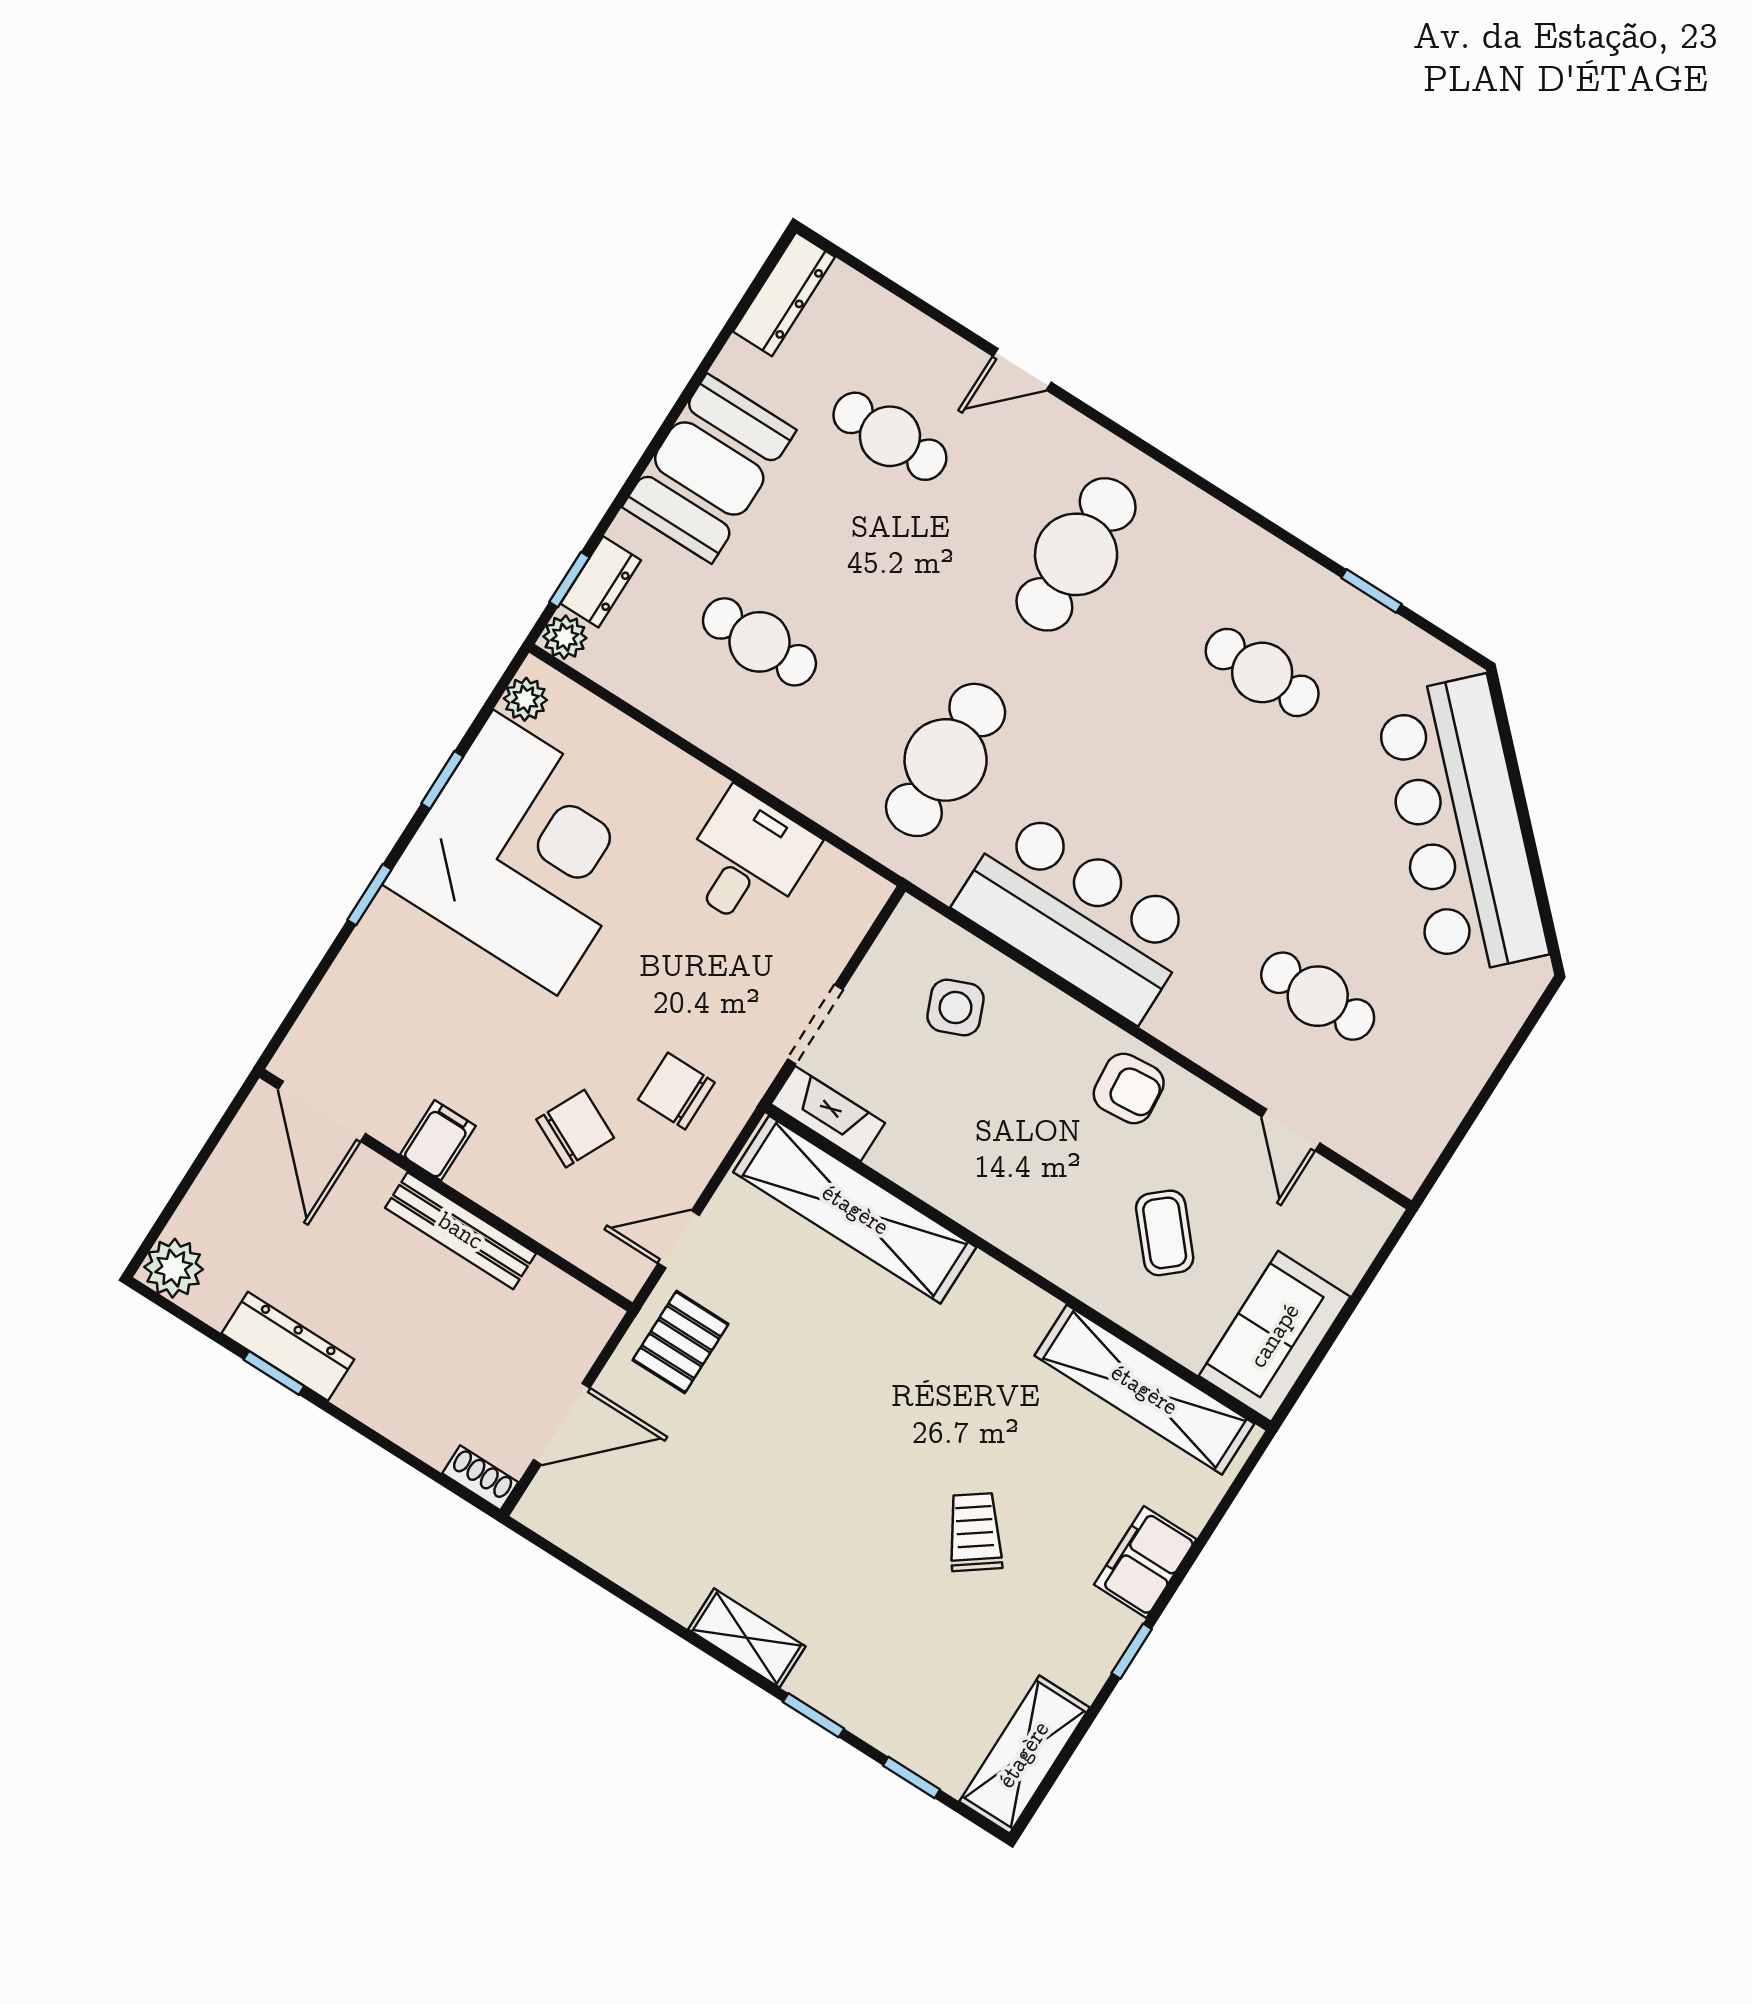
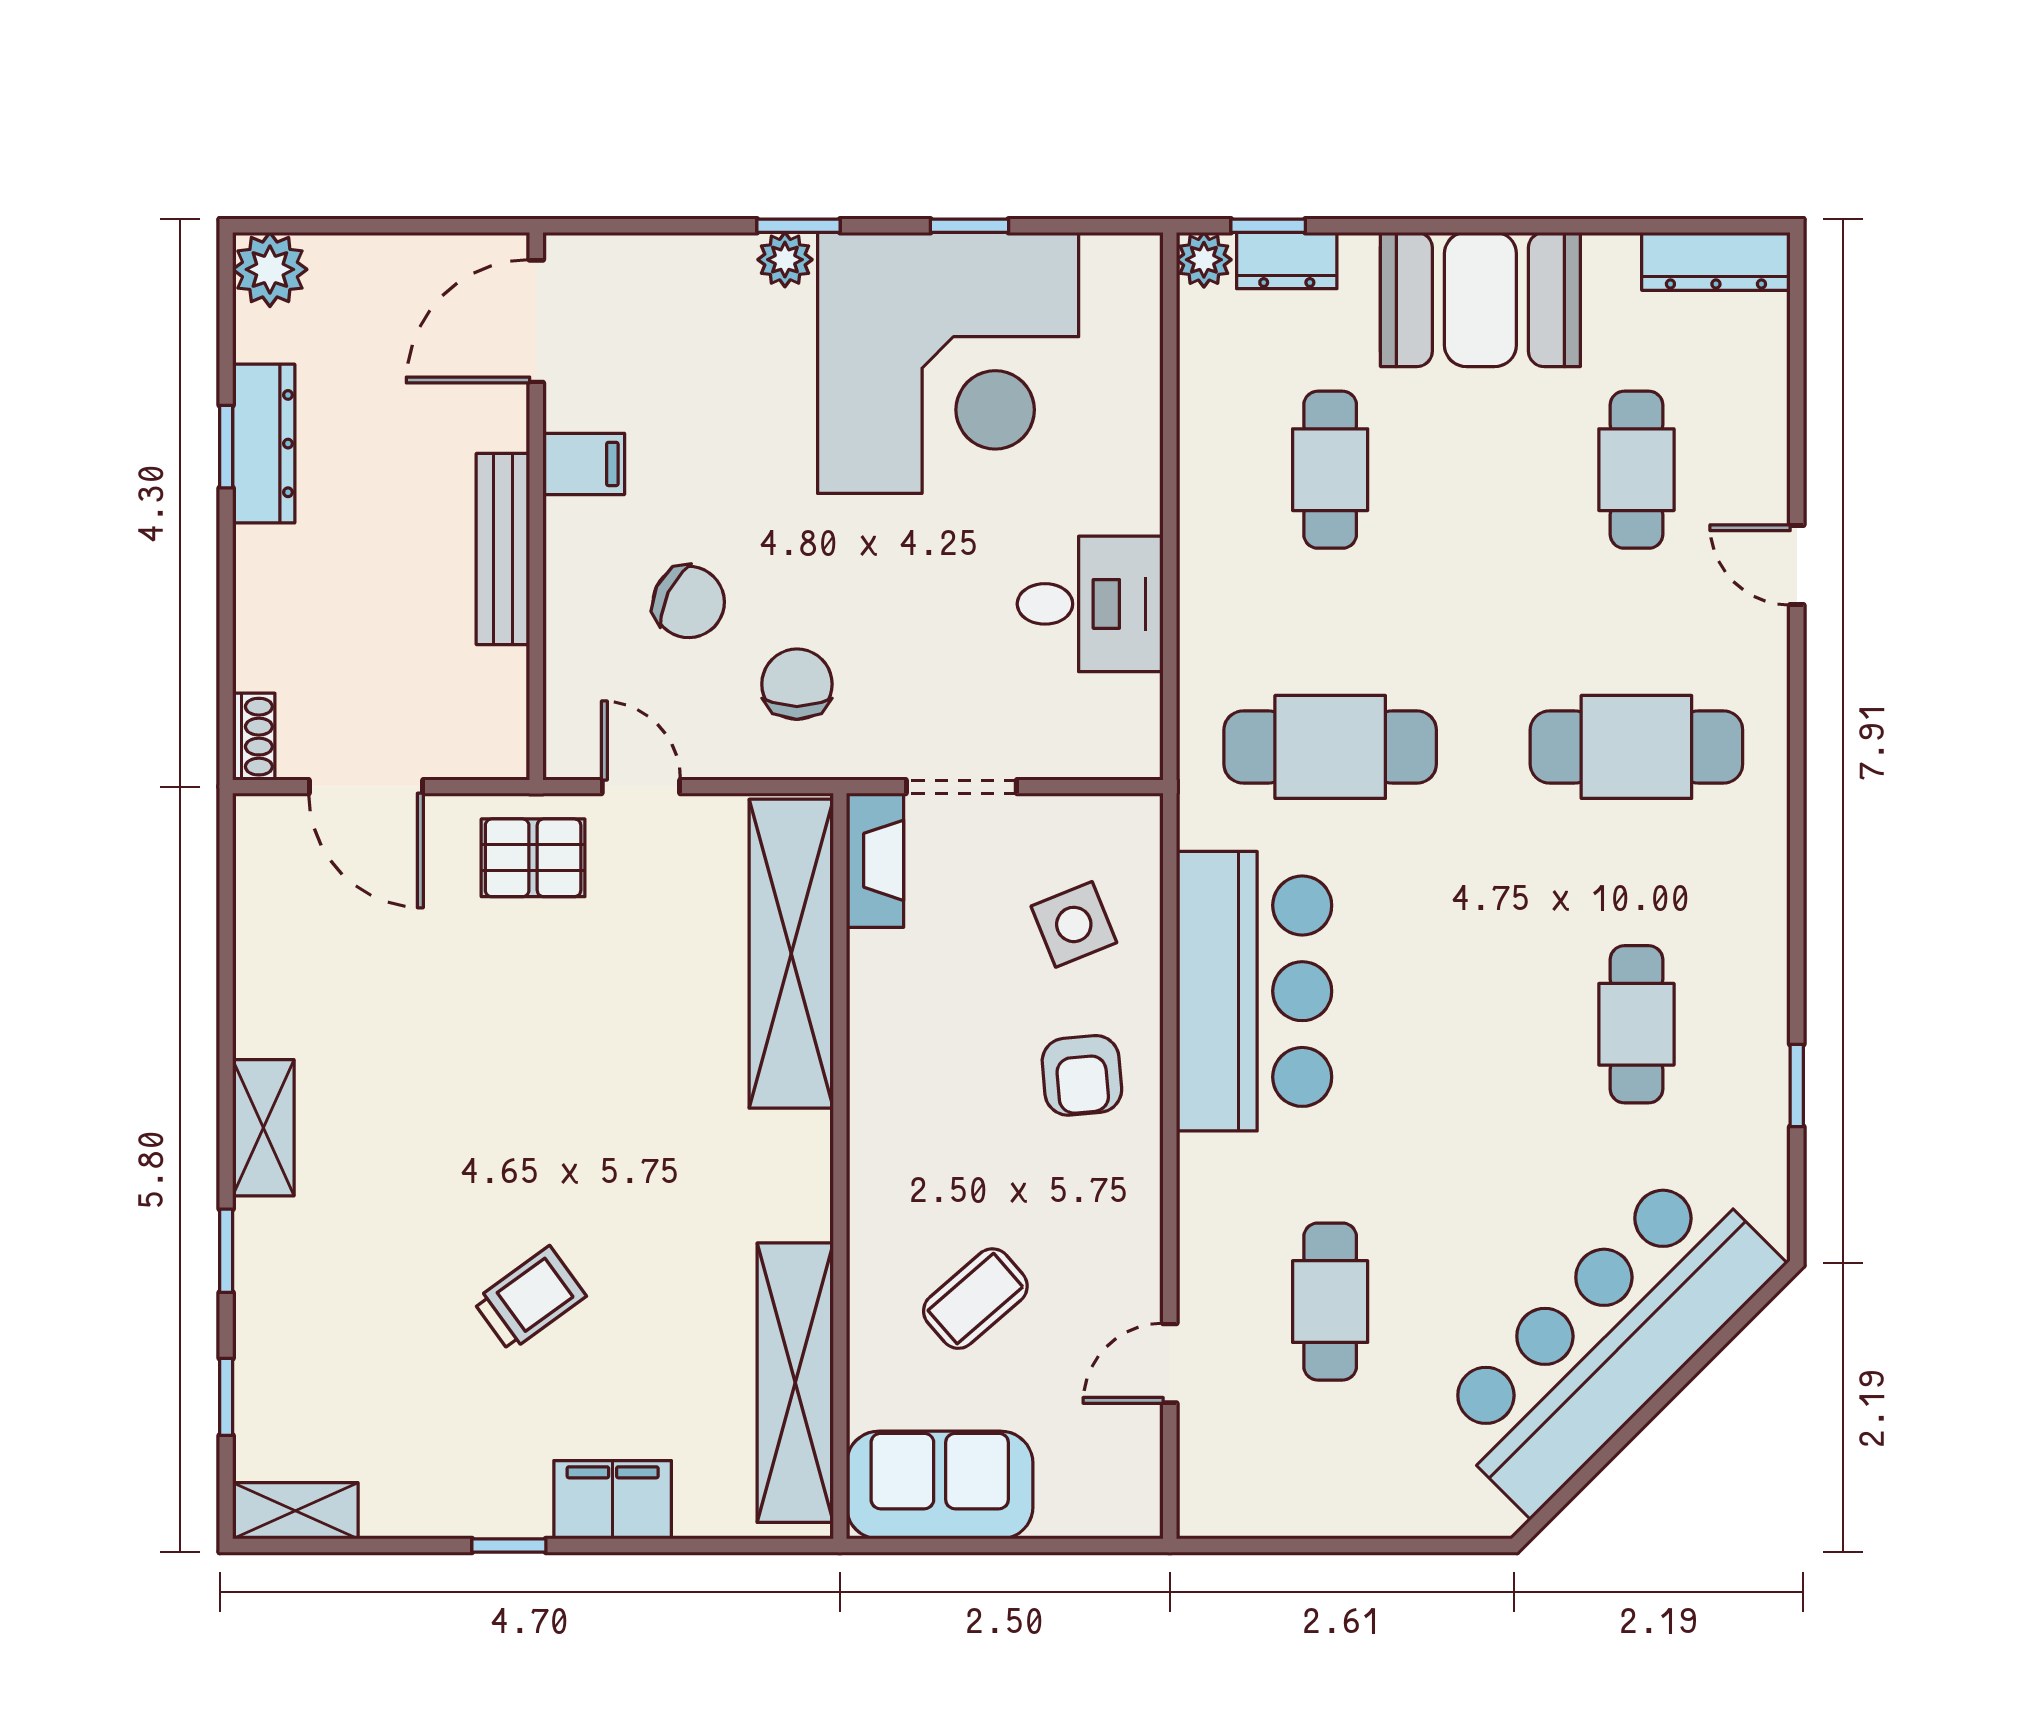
plant: (525, 699) -> (785, 260), moved
armchair: (1129, 1088) -> (1082, 1075), moved
shelving: (1024, 1755) -> (295, 1511), width x0.67, depth x0.75

